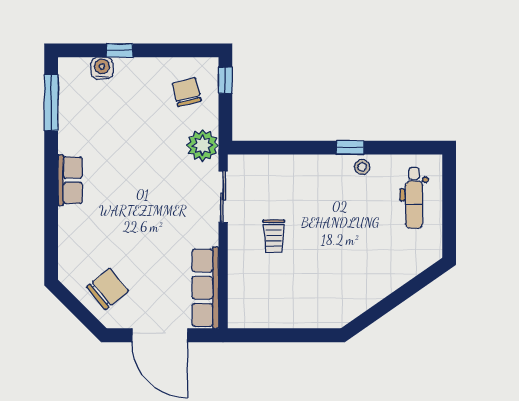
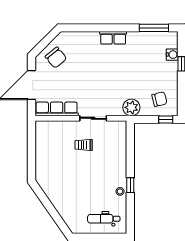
sliding door: (223, 197) -> (93, 118), moved

